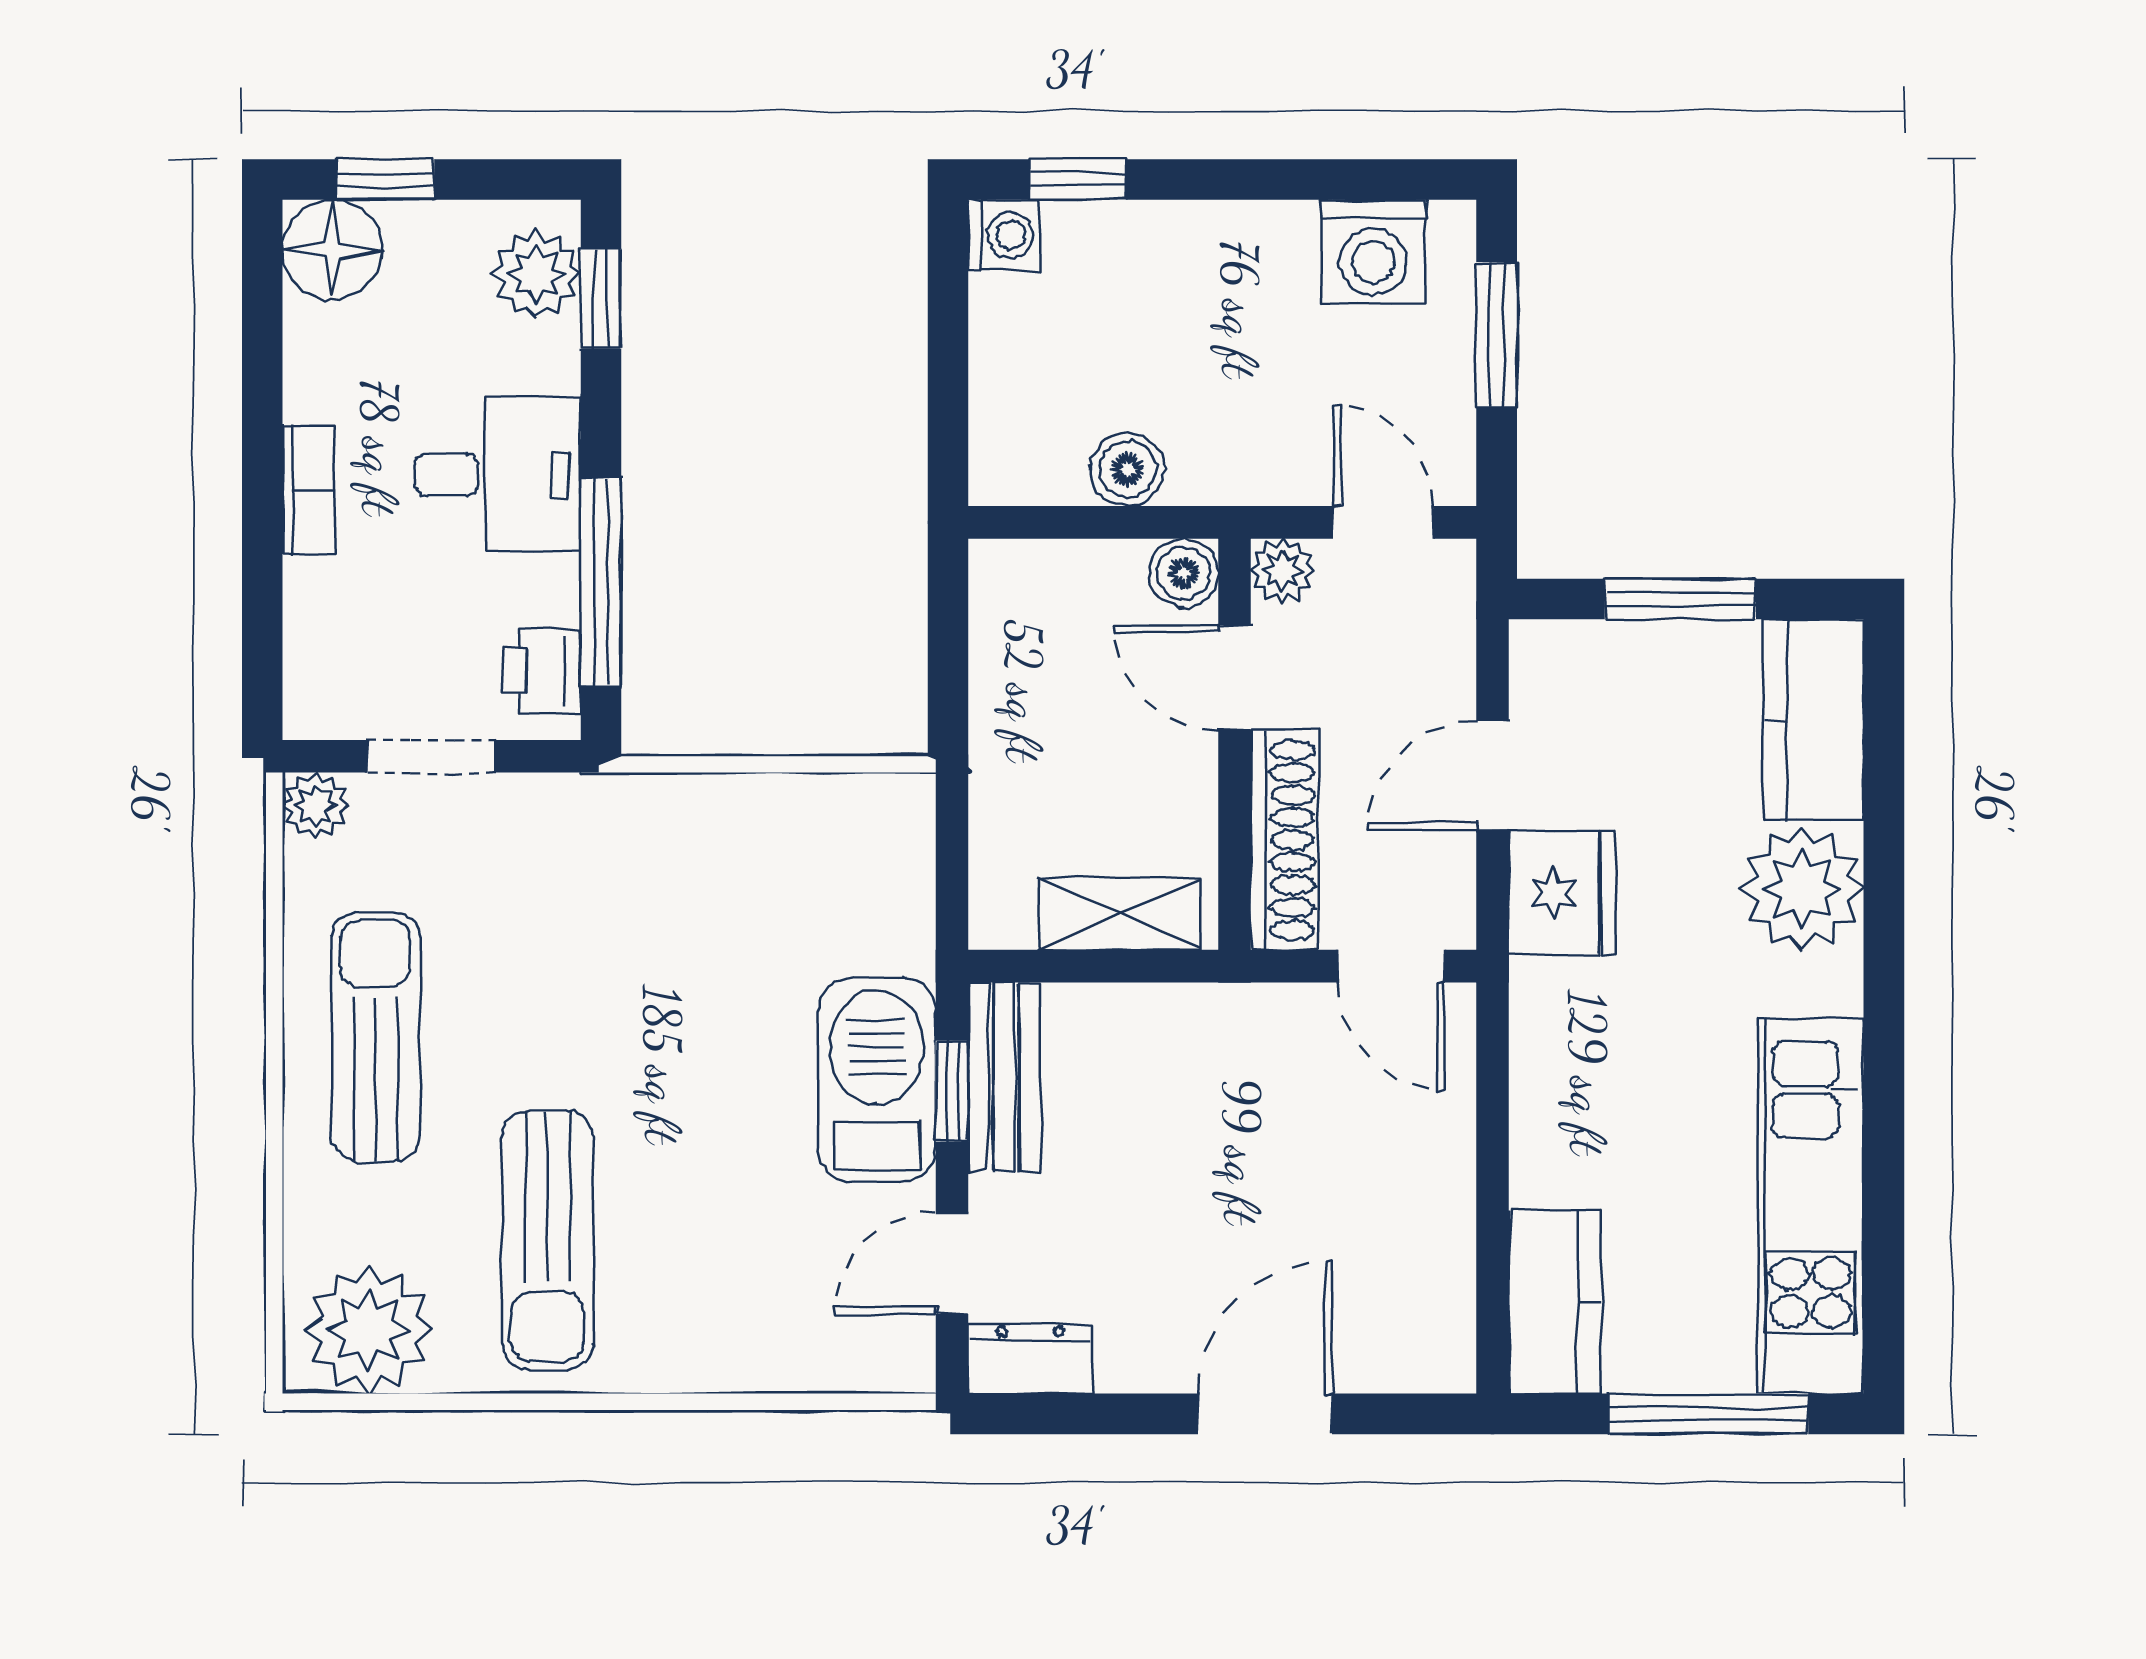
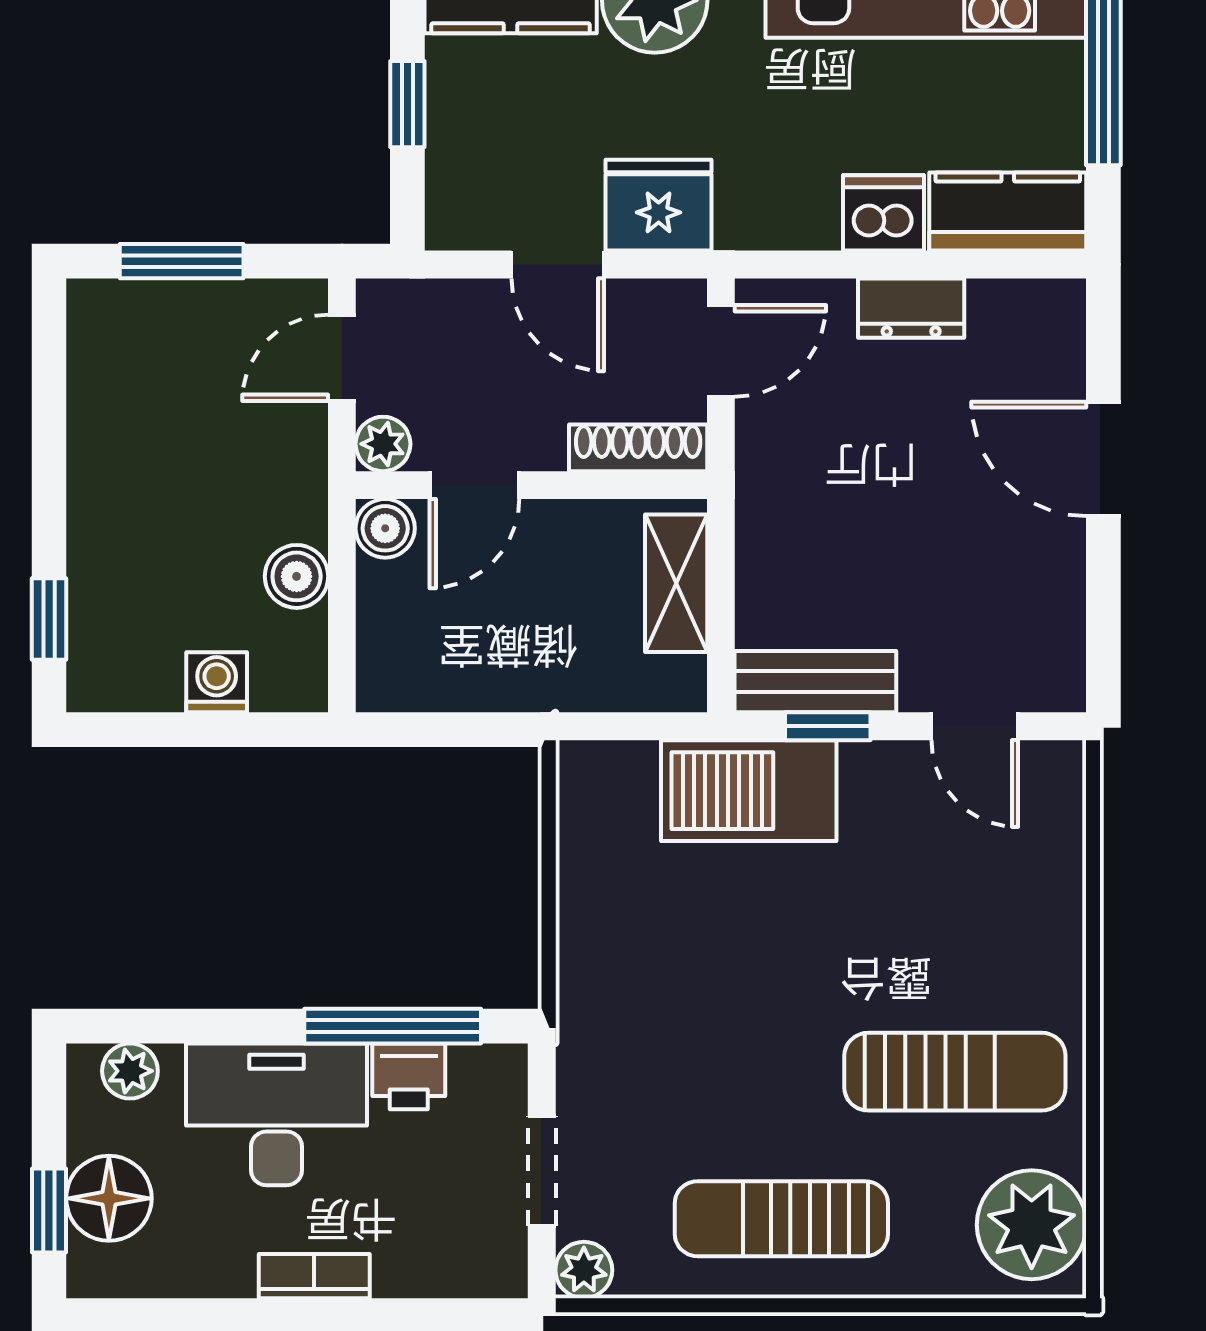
washing machine: (1004, 235) -> (217, 682), moved
floor lamp: (332, 250) -> (109, 1198), moved
washing machine: (1374, 252) -> (111, 366), removed
plant: (536, 274) -> (130, 1071), width x0.73, depth x0.73
window: (601, 299) -> (151, 1026), removed
desk: (498, 475) -> (276, 1114), width x1.37
window: (1680, 599) -> (407, 104), width x0.67
printer: (542, 671) -> (409, 1076), moved
shoe rack: (1285, 840) -> (638, 448), width x0.74, depth x0.81
barbecue: (877, 1080) -> (749, 791), moved
dishwasher: (1553, 1156) -> (883, 213), added
dresser: (1030, 1359) -> (911, 308), moved, turned -90

